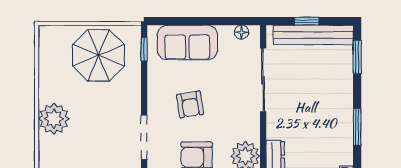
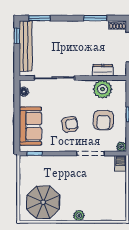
window: (307, 21) -> (17, 36), moved
parasol: (98, 55) -> (43, 202), moved
plant: (54, 119) -> (79, 216), width x0.53, depth x0.53
window: (357, 127) -> (95, 18), moved

